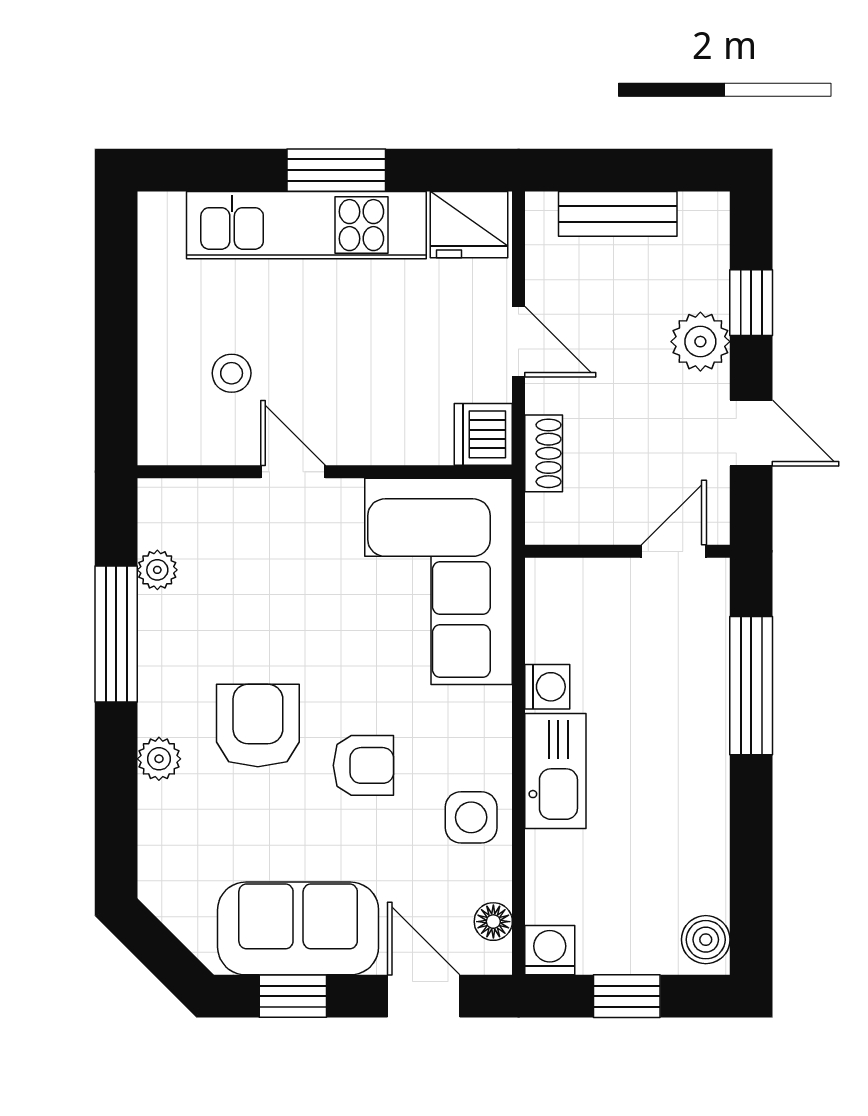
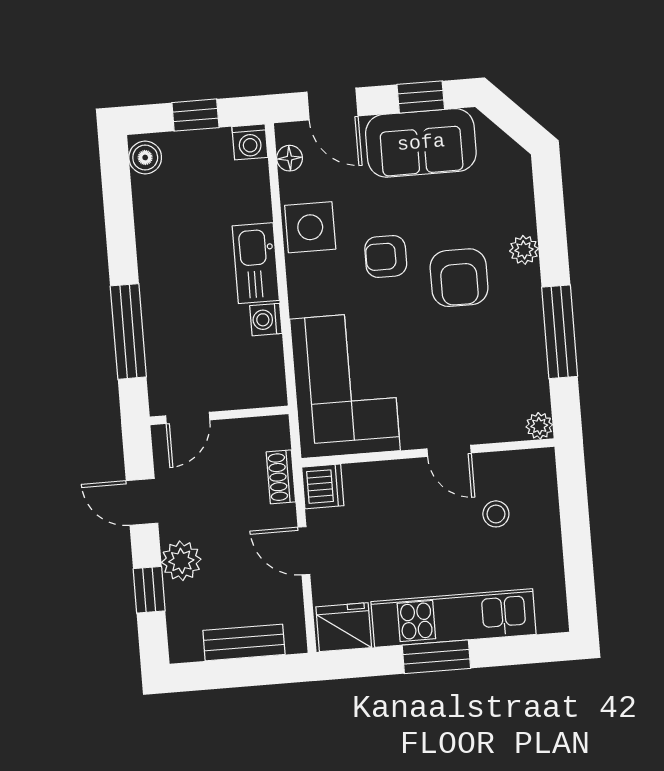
plant: (157, 570) -> (539, 426), moved
side table: (471, 817) -> (310, 227), width x1.37, depth x1.37

